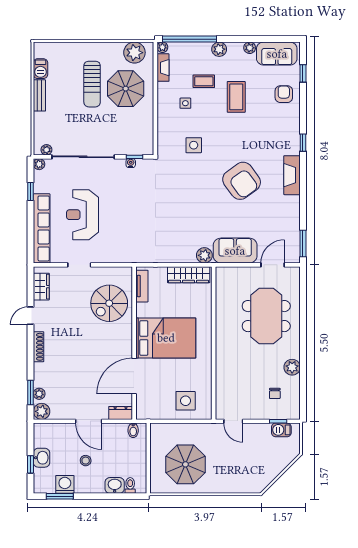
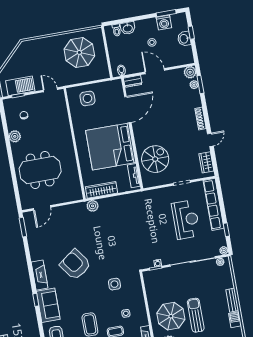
sofa: (235, 251) -> (48, 305), moved, turned -90
meeting table: (266, 316) -> (40, 170), turned 90
bed: (166, 338) -> (111, 146), width x1.36
barbecue: (281, 430) -> (20, 86), width x1.88, depth x1.53

